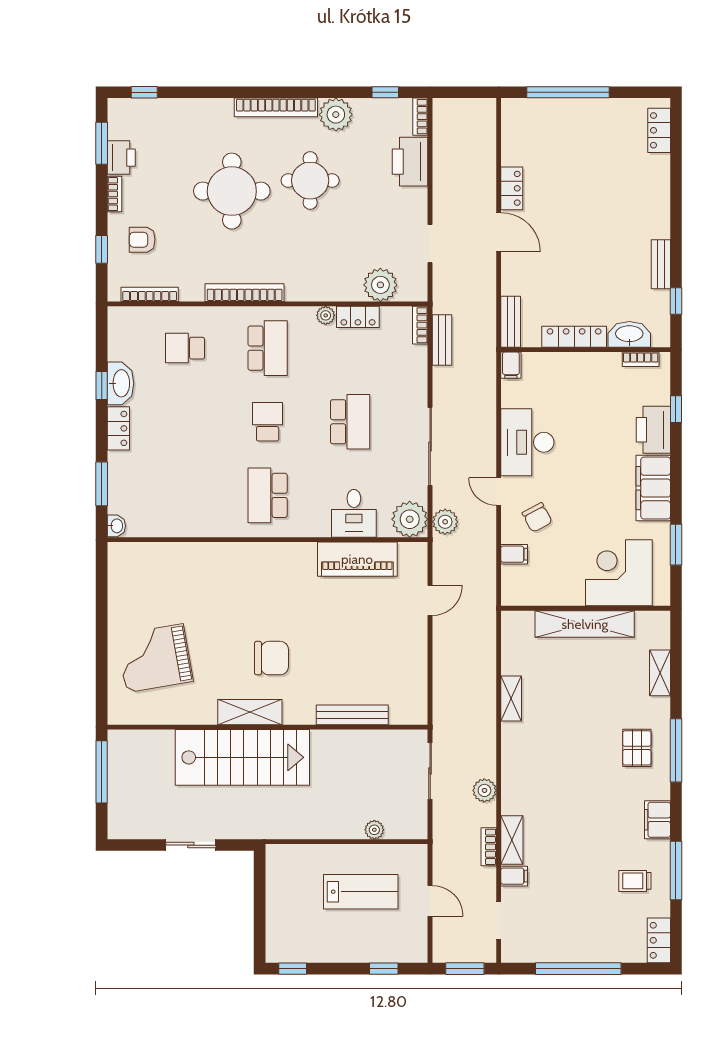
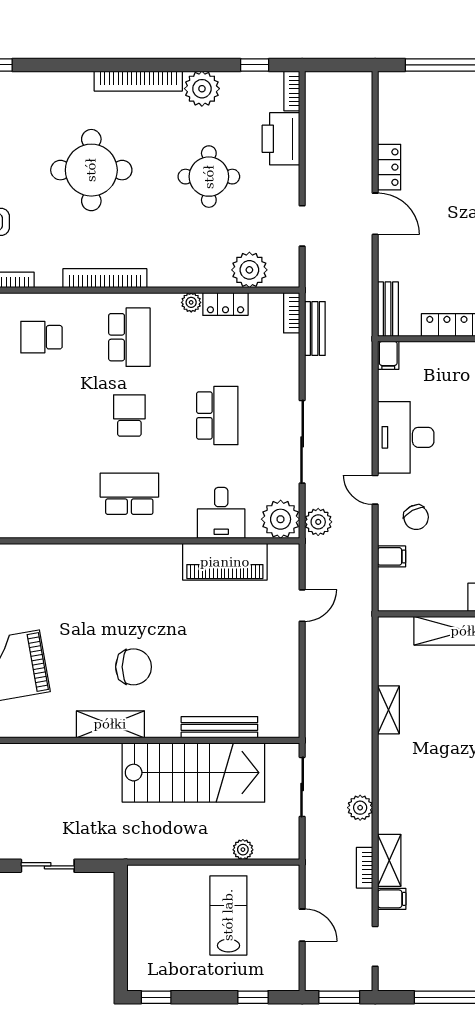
round table: (310, 181) -> (209, 177), moved
school desk: (268, 495) -> (129, 494), turned 90
stairs: (242, 757) -> (193, 773), moved
lab bench: (361, 892) -> (228, 915), turned -90

